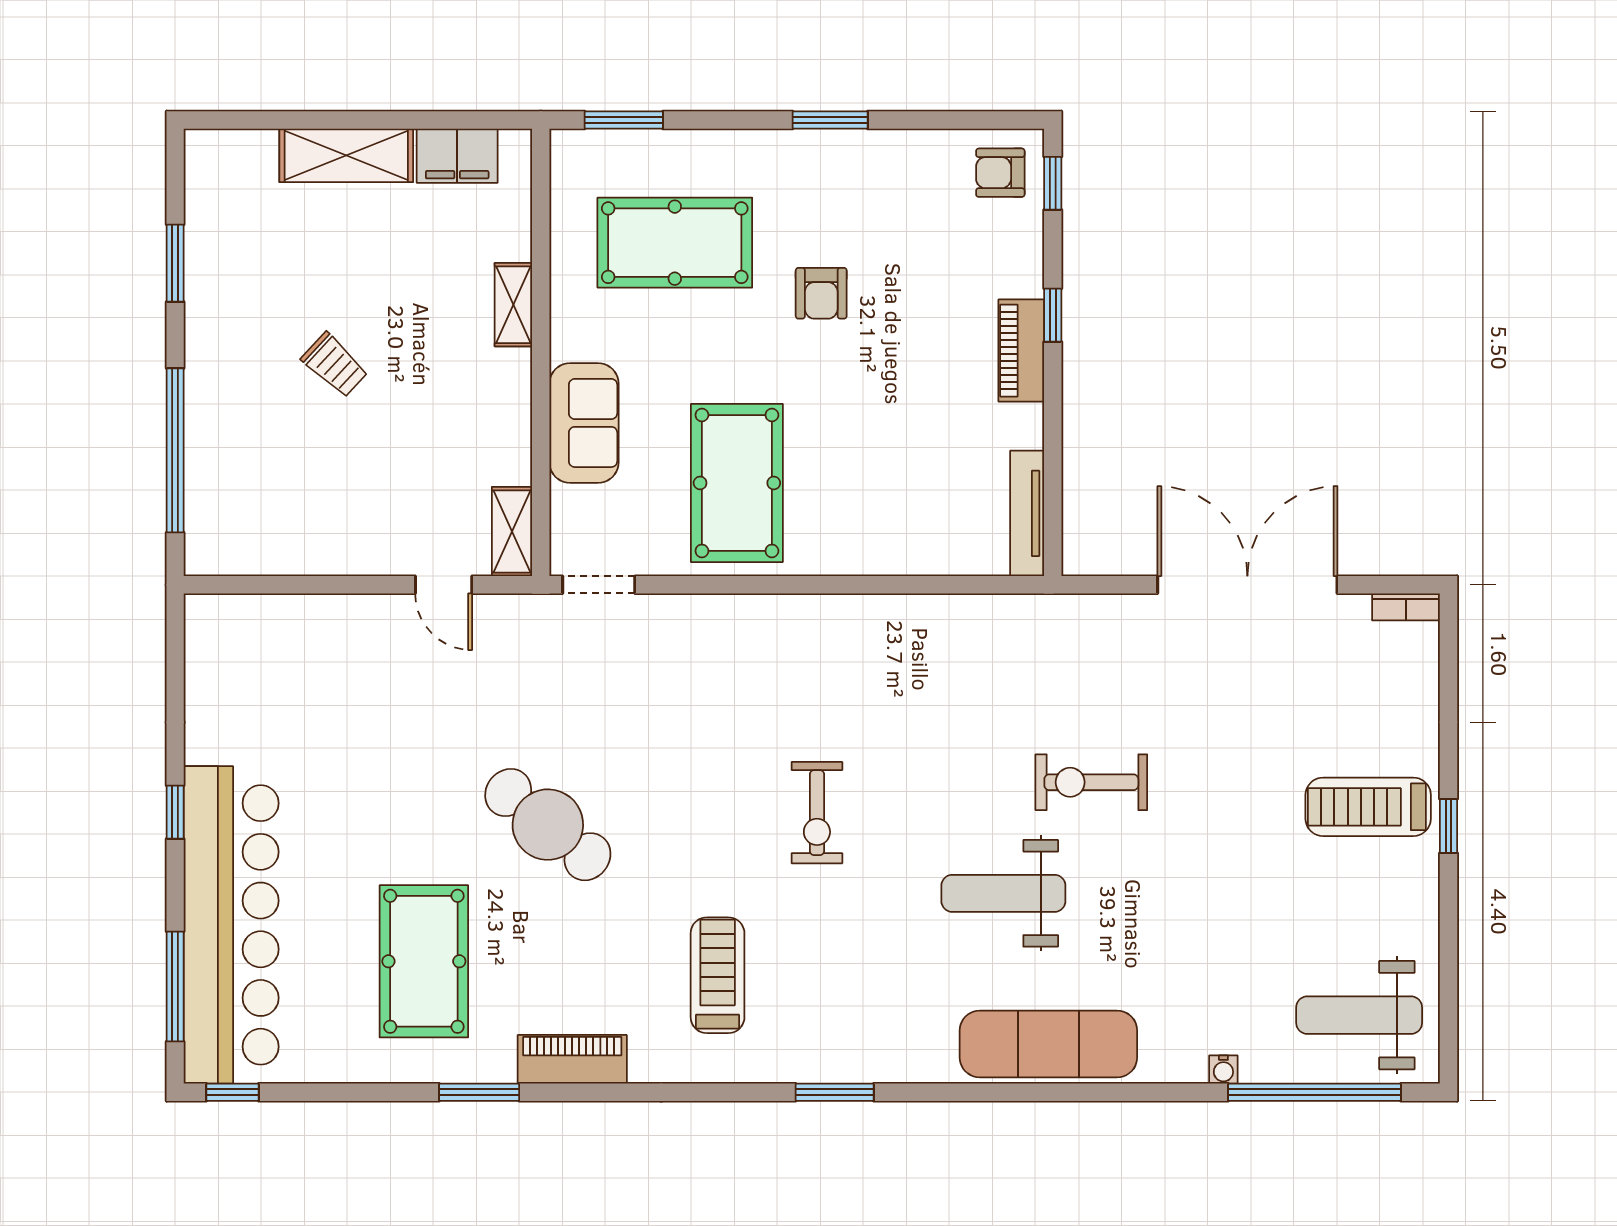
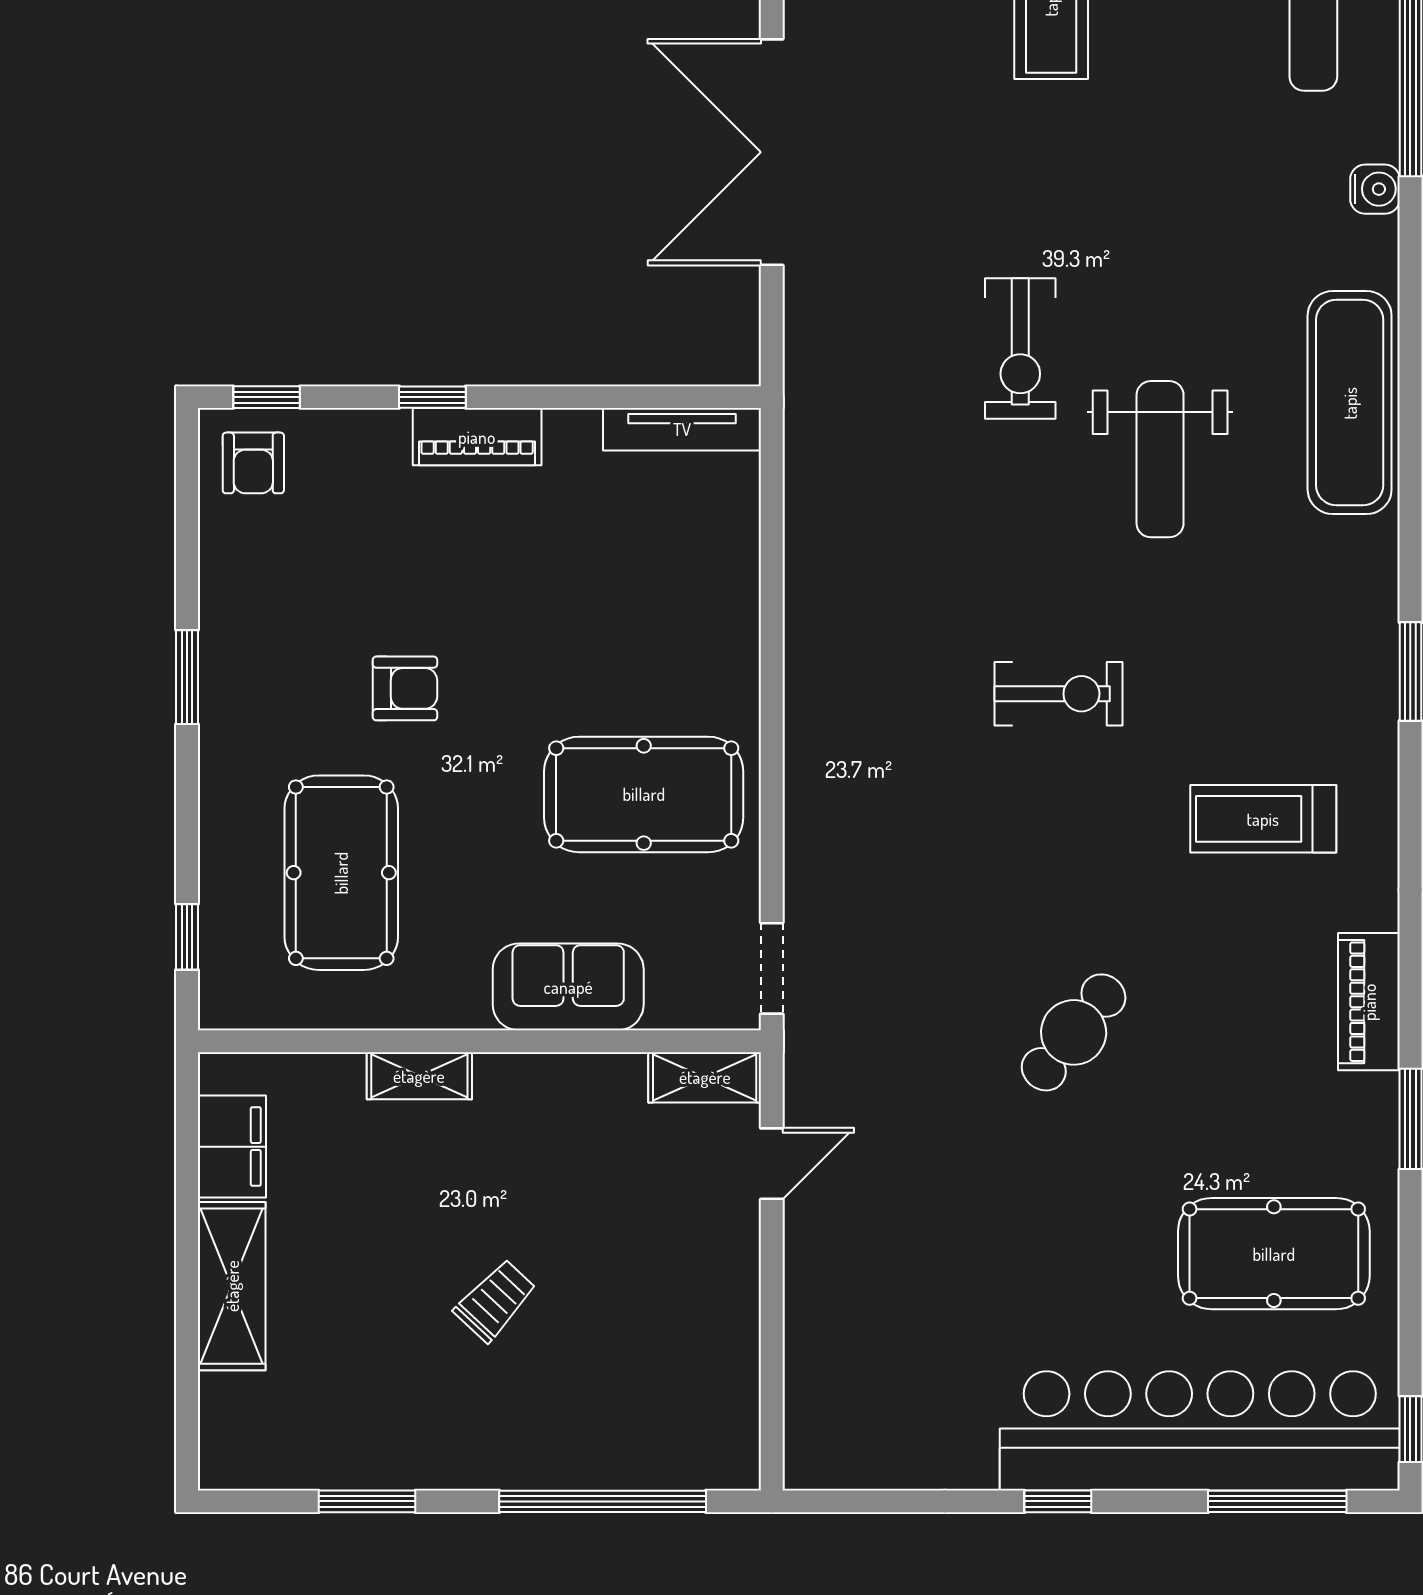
window: (624, 120) -> (187, 937), width x0.67
cafe table: (548, 825) -> (1074, 1032), width x0.73, depth x0.74
pool table: (424, 961) -> (1274, 1254), moved
water cooler: (1223, 1070) -> (1375, 189), width x1.38, depth x1.38

